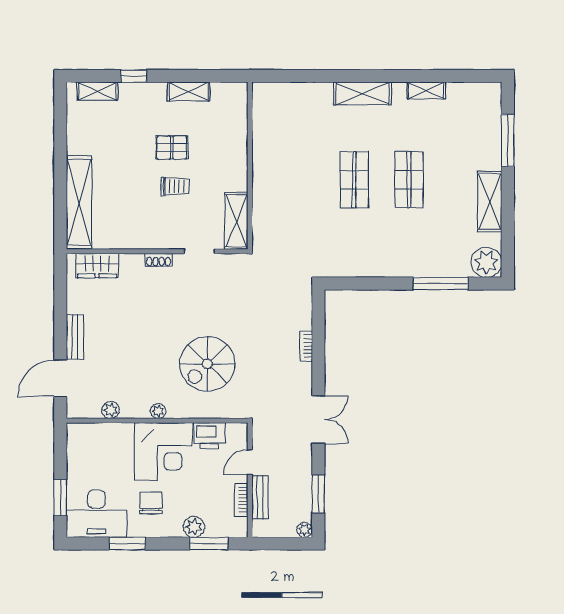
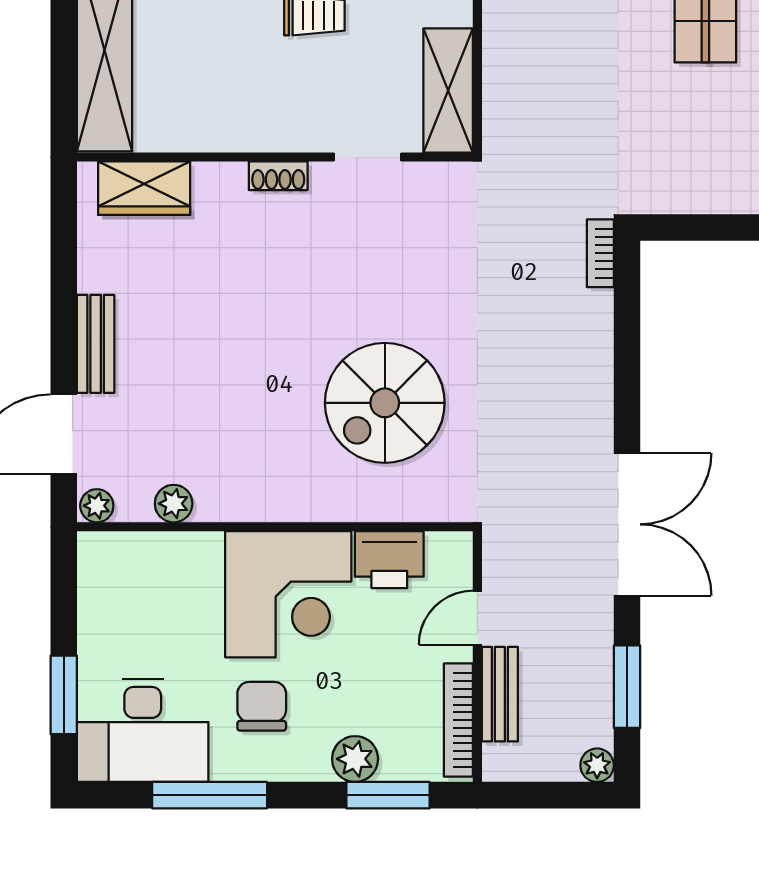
bookcase: (306, 346) -> (600, 253), moved
plant: (158, 411) -> (97, 506), moved
double door: (318, 419) -> (627, 524), width x1.37
bookcase: (241, 500) -> (458, 720), width x1.56
window: (127, 544) -> (210, 795), width x1.44

